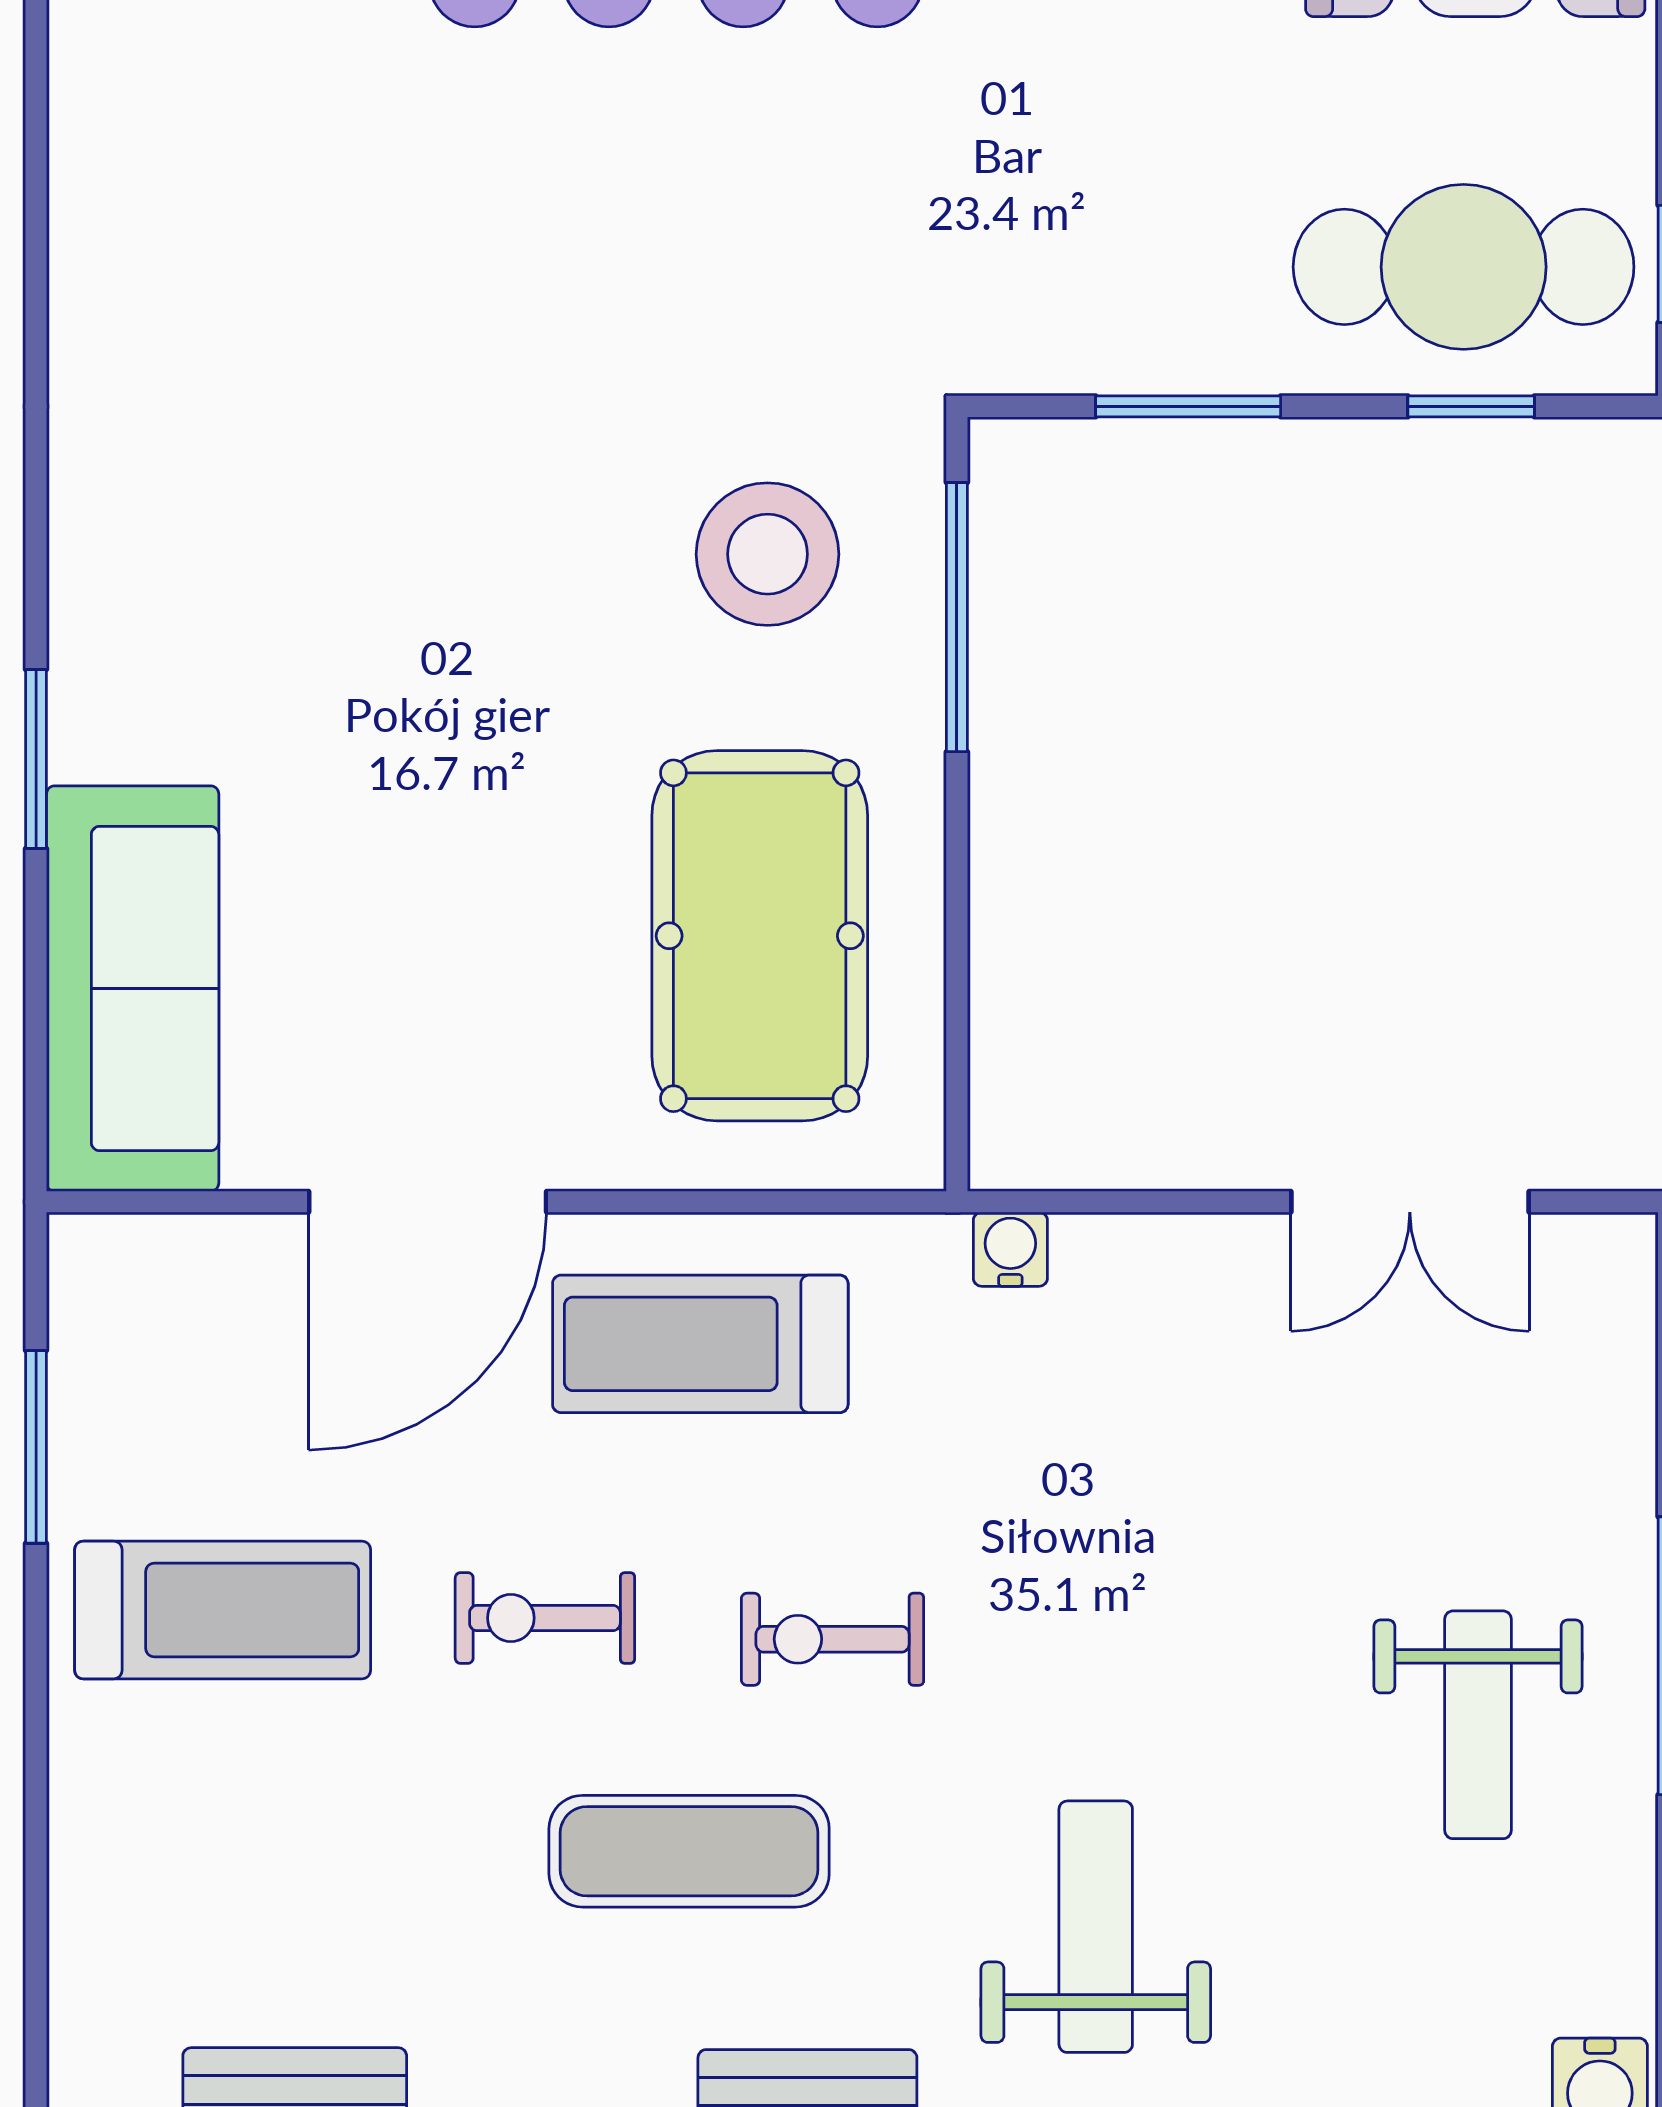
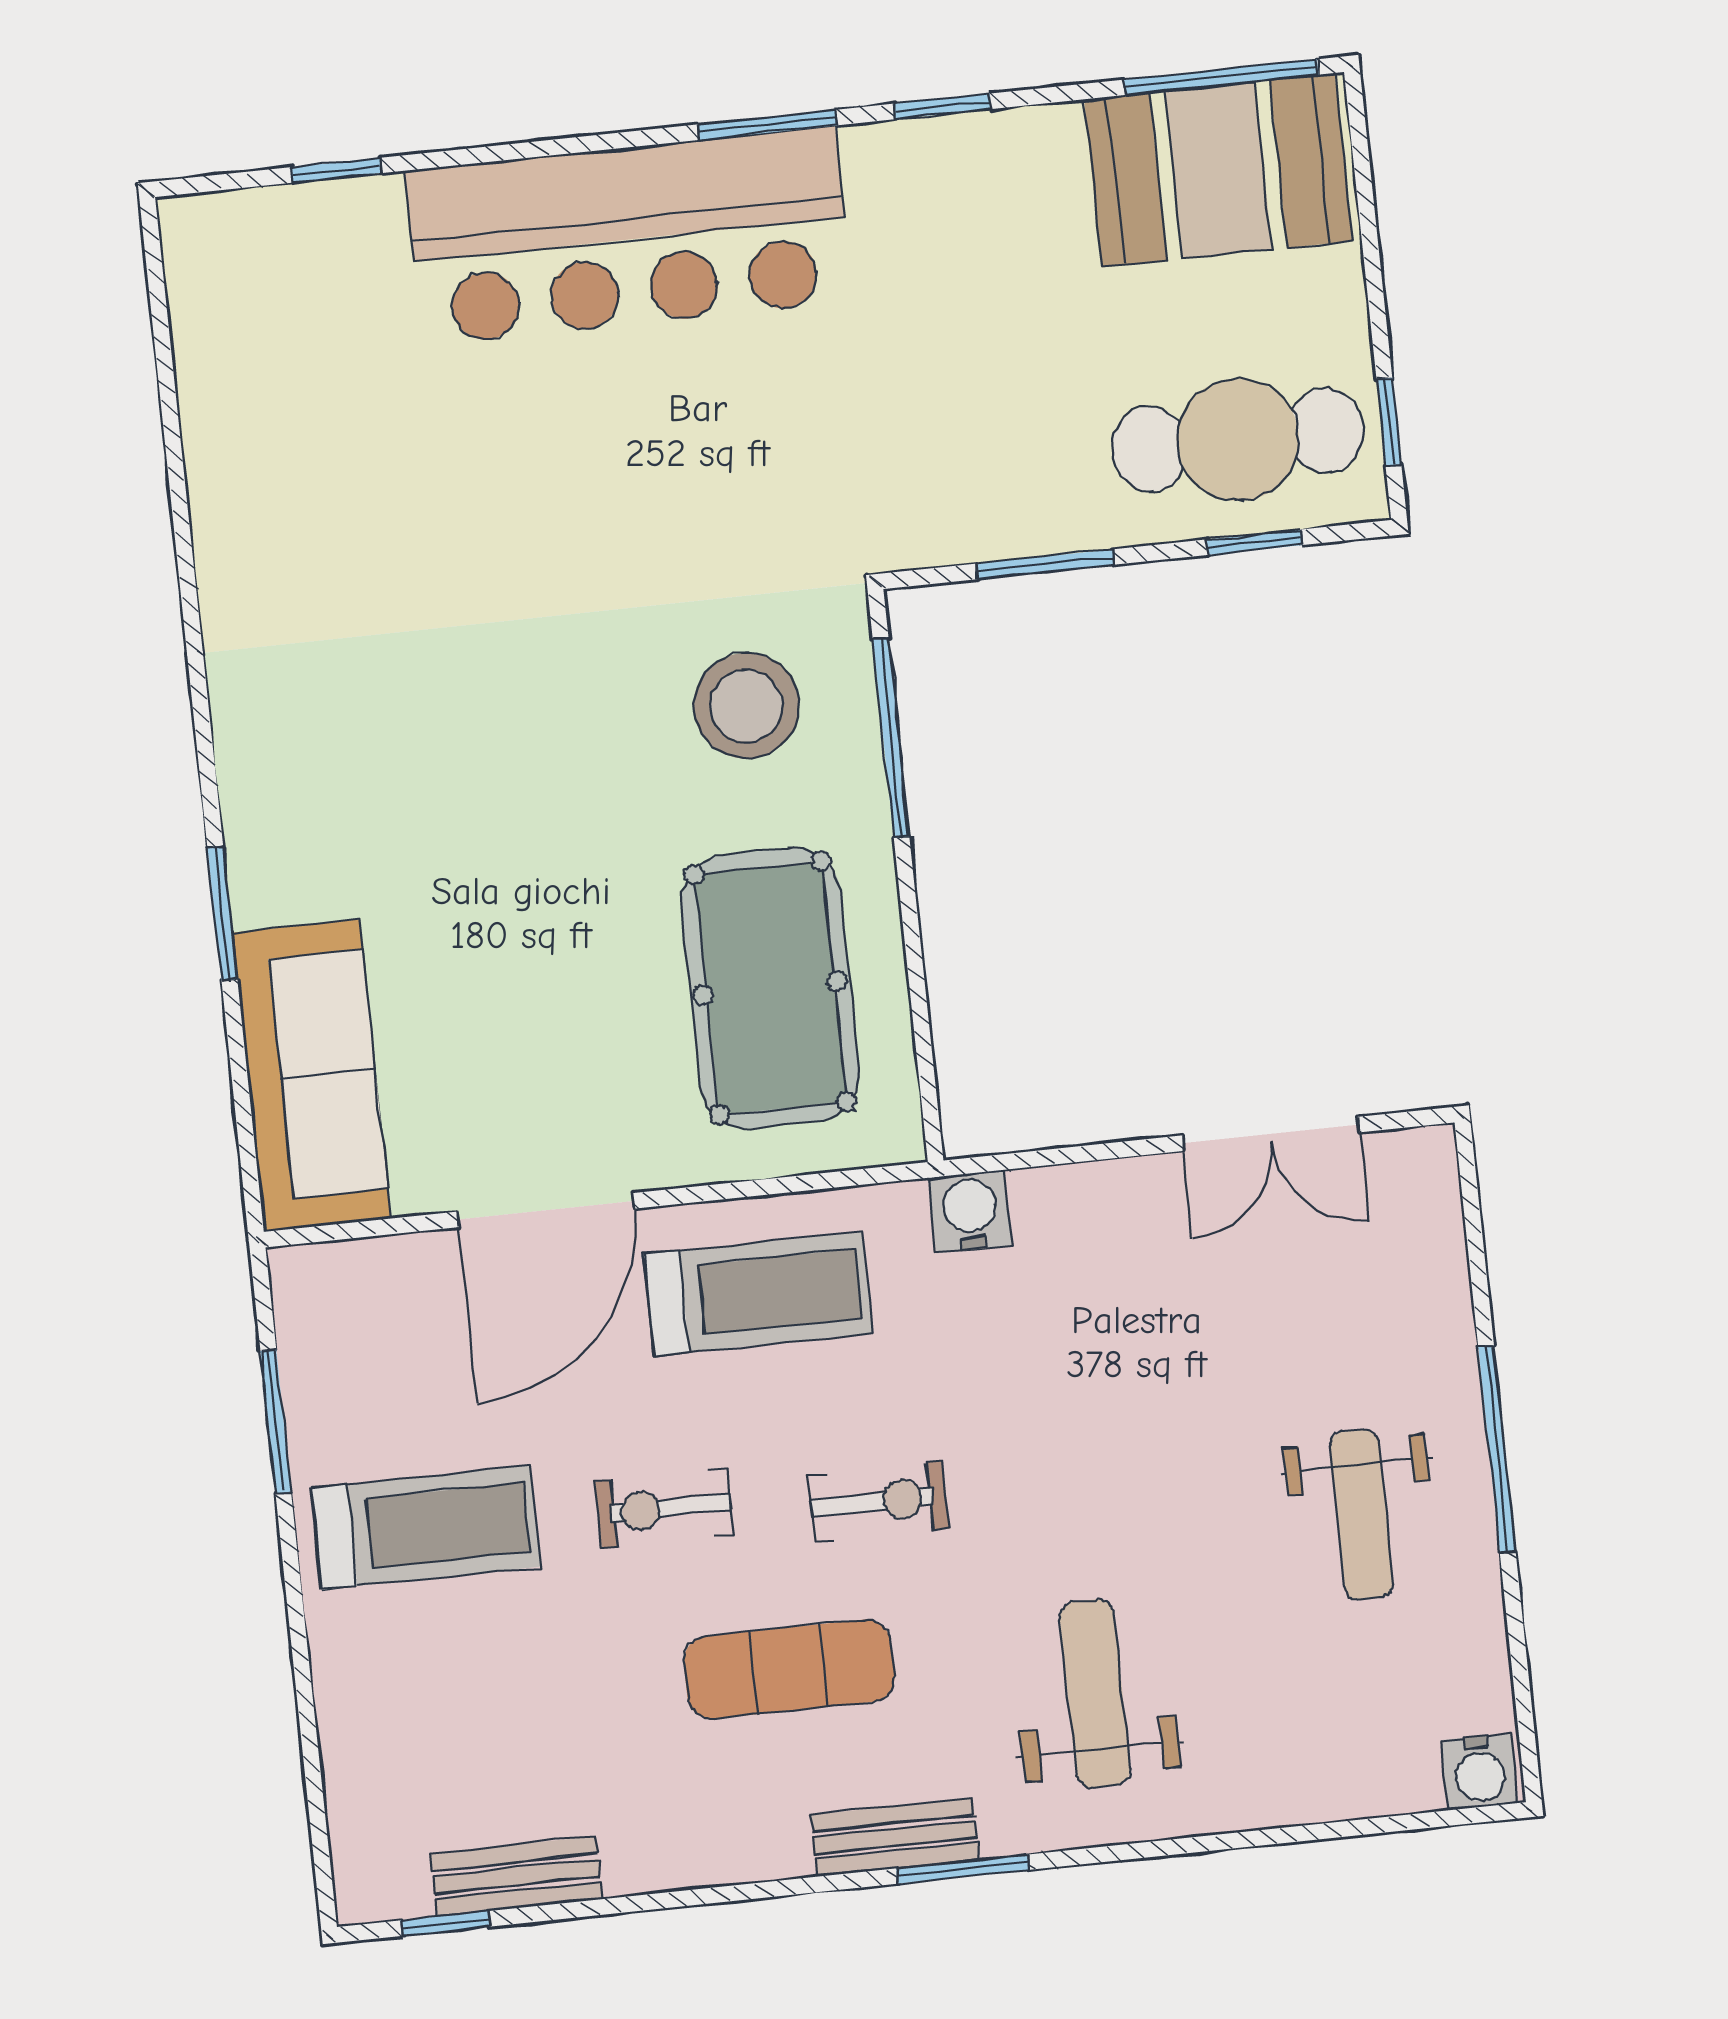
water cooler: (1010, 1249) -> (970, 1212), width x1.38, depth x1.38
treadmill: (700, 1344) -> (758, 1294), turned 180
exercise bike: (833, 1639) -> (879, 1502), turned 180

